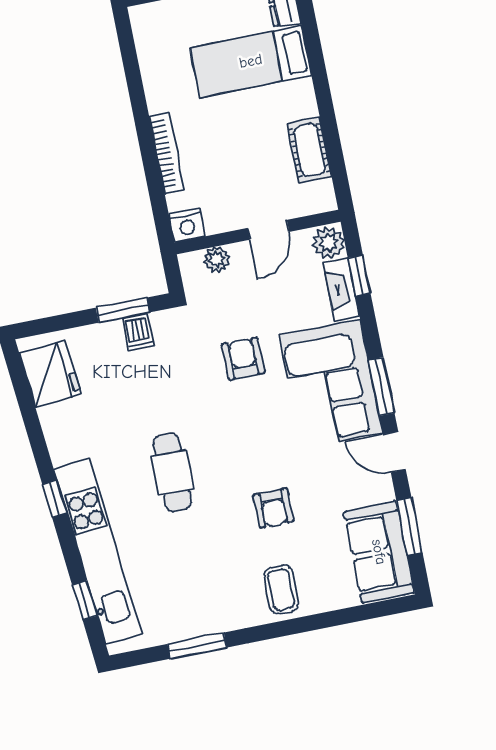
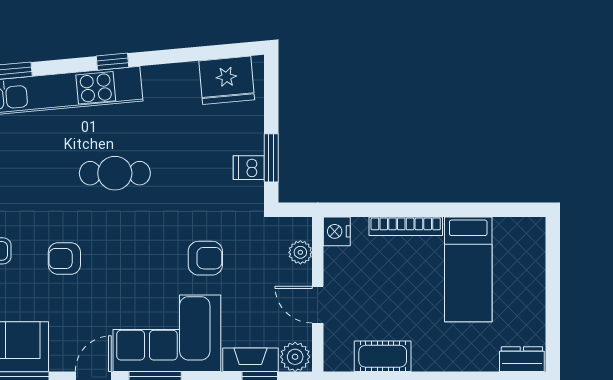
bed: (251, 61) -> (468, 269), moved, turned 180

